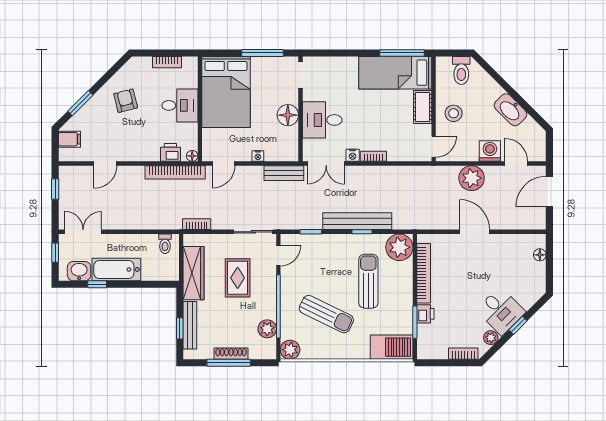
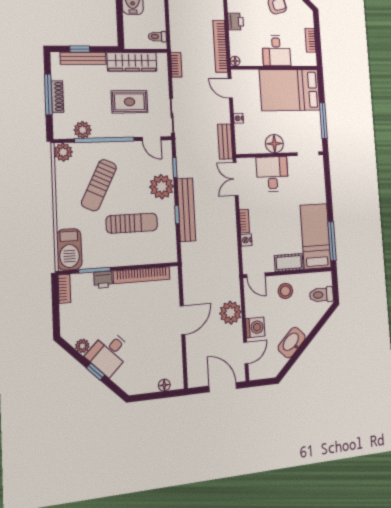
printer: (170, 152) -> (236, 22), moved
nightstand: (353, 155) -> (246, 240), moved
plant: (399, 247) -> (162, 187), moved
bookcase: (463, 354) -> (64, 289), moved

